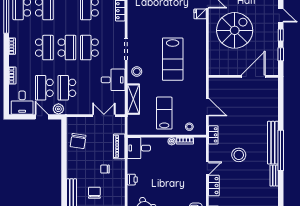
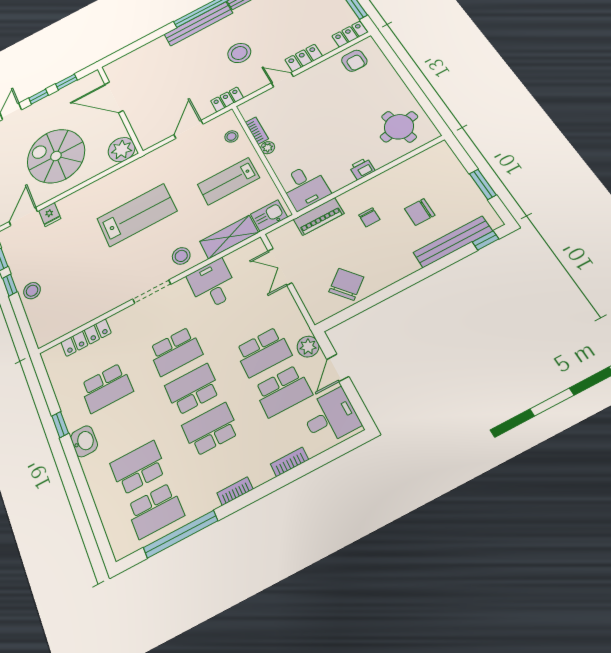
plant: (217, 67) -> (122, 150), added
kitchen sink: (133, 124) -> (269, 216), added
chair: (78, 141) -> (346, 284), turned -49

